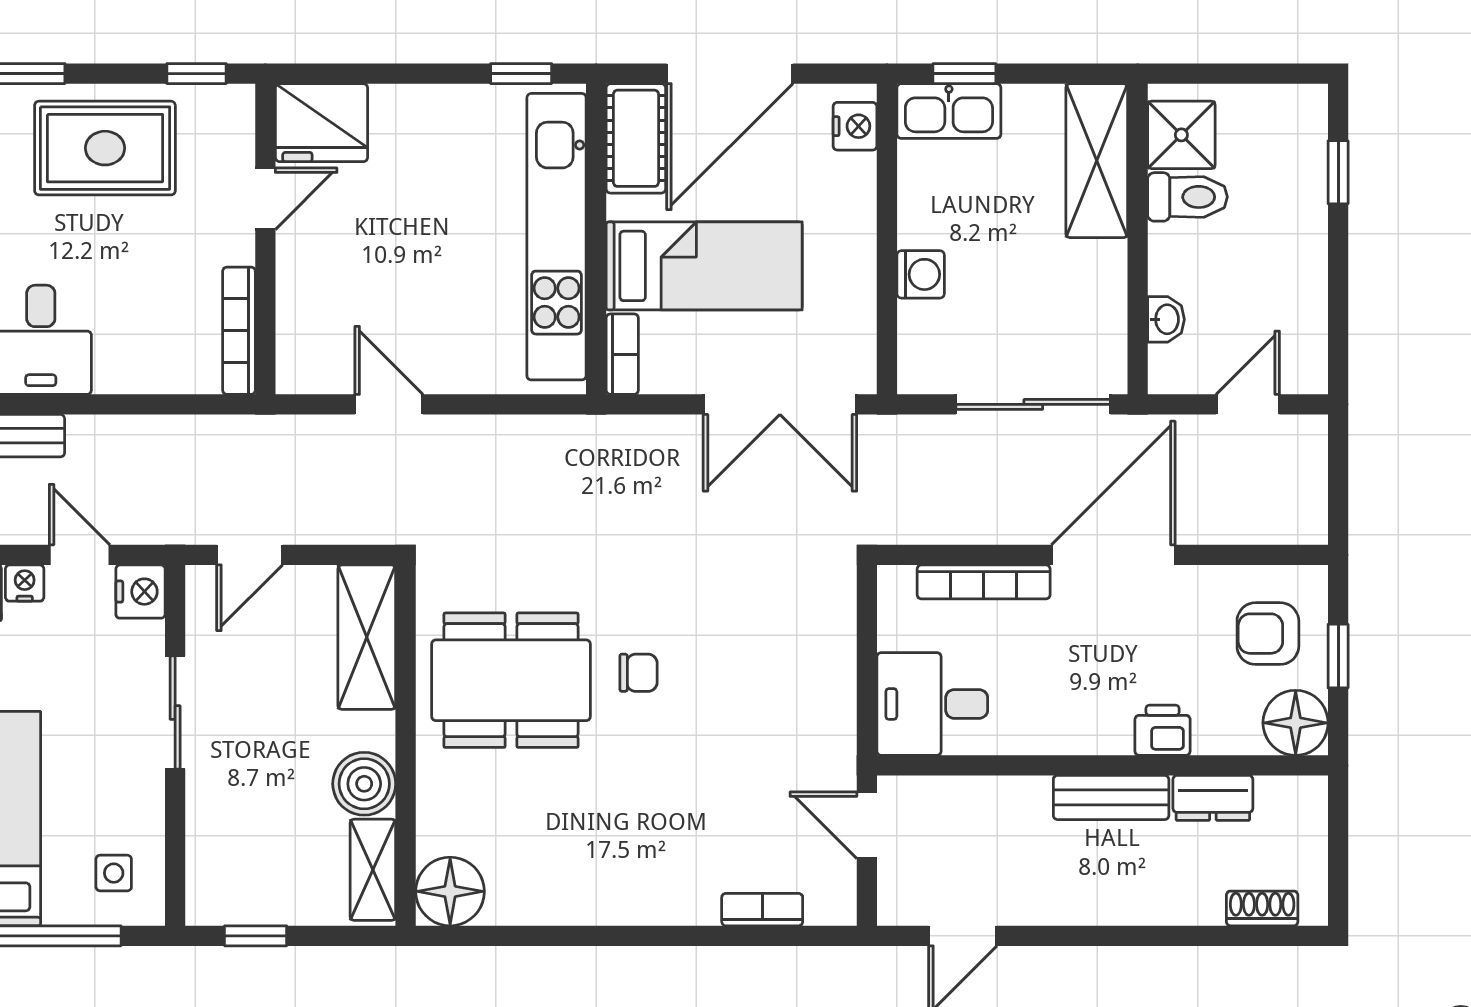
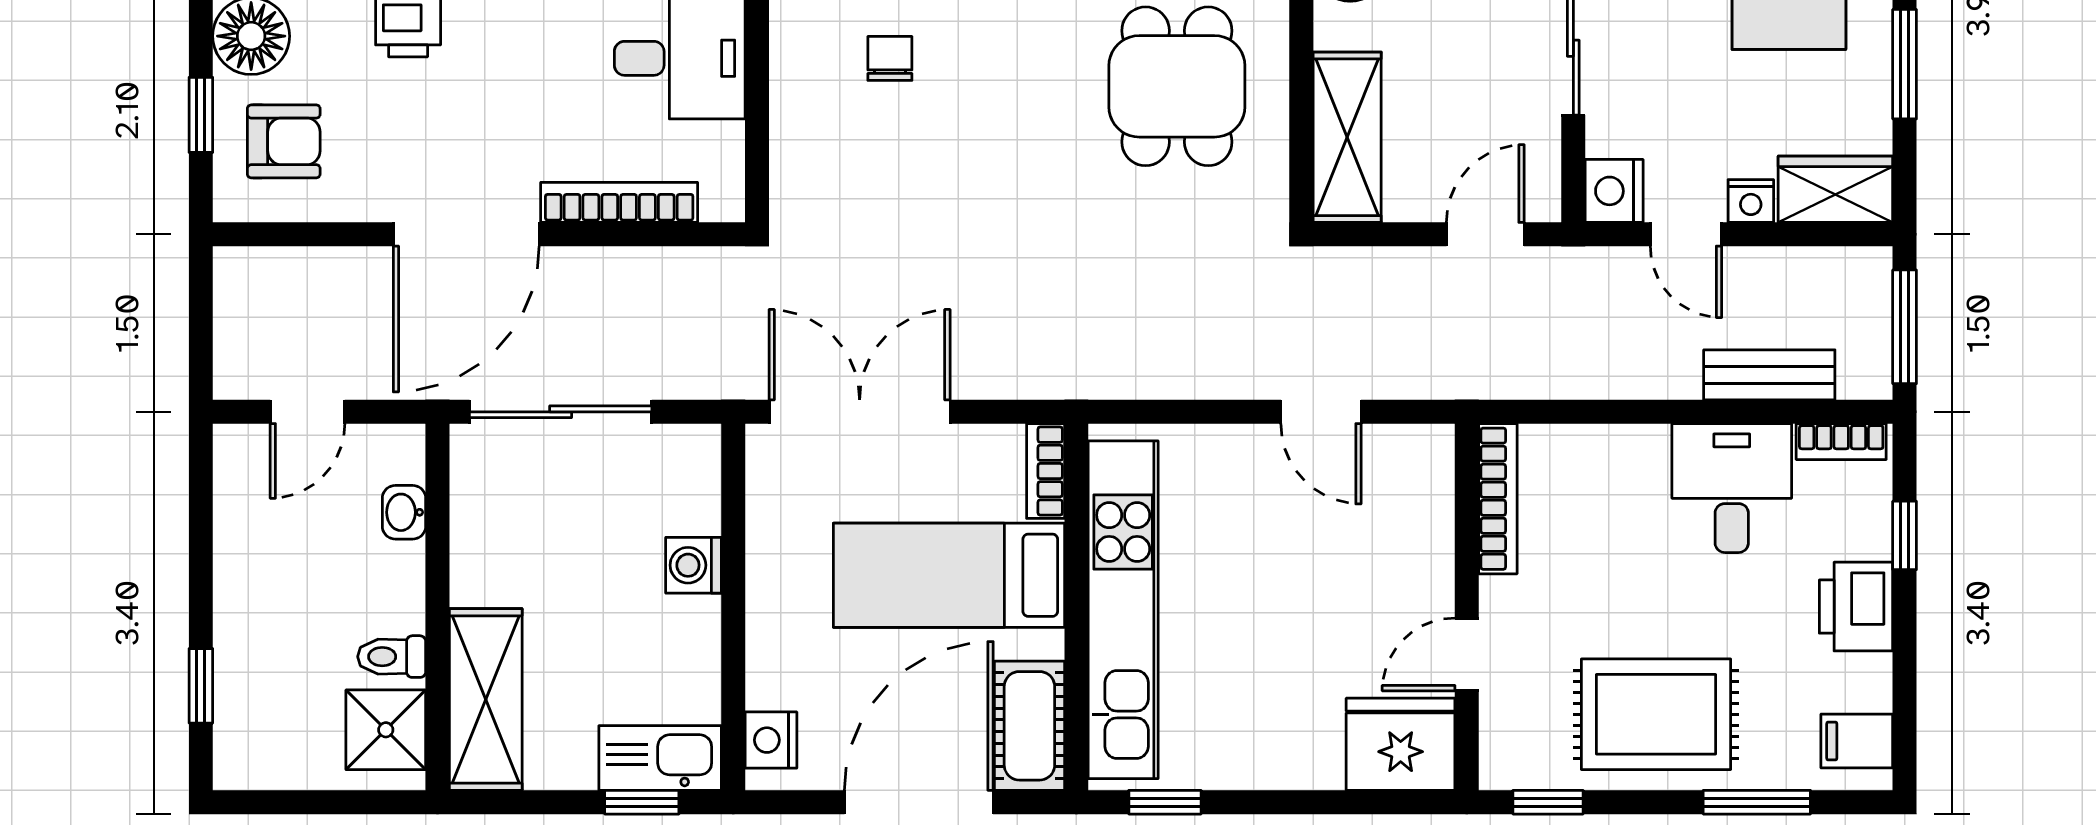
toilet: (1188, 197) -> (392, 657), width x0.73, depth x0.72
chair: (638, 673) -> (890, 58), moved, turned 90
dining table: (511, 680) -> (1177, 86), width x0.73

